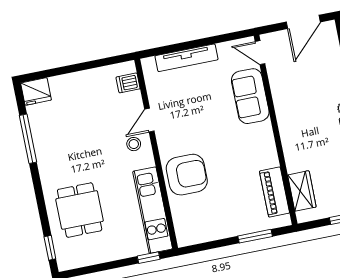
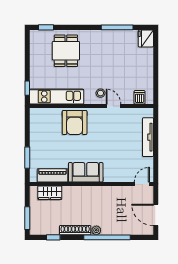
sofa: (250, 96) -> (86, 172), moved
dining table: (80, 210) -> (66, 51), turned 90

